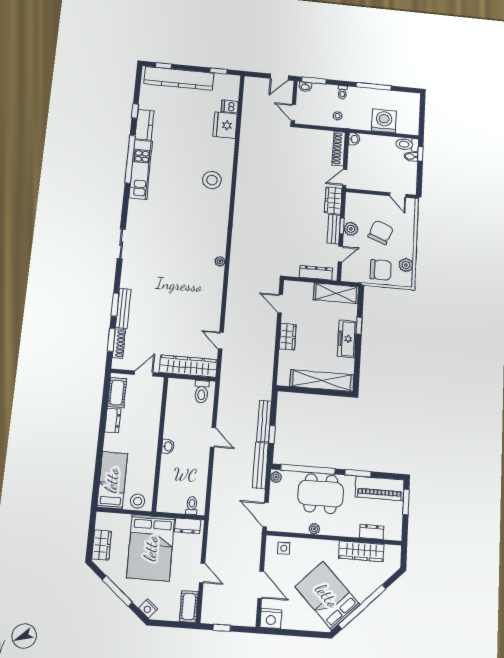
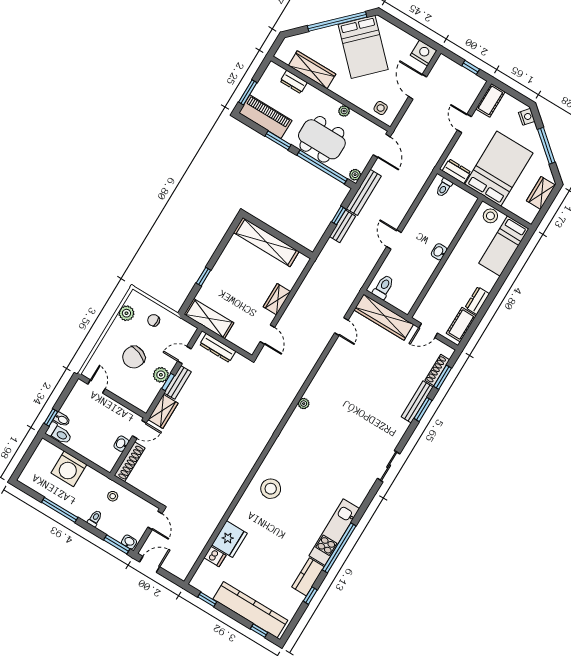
washbasin: (354, 139) -> (121, 444), moved
chair: (381, 270) -> (154, 320), width x0.54, depth x0.54
freezer: (347, 339) -> (222, 270), removed
bench: (264, 421) -> (343, 226), width x0.73

